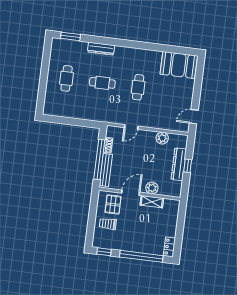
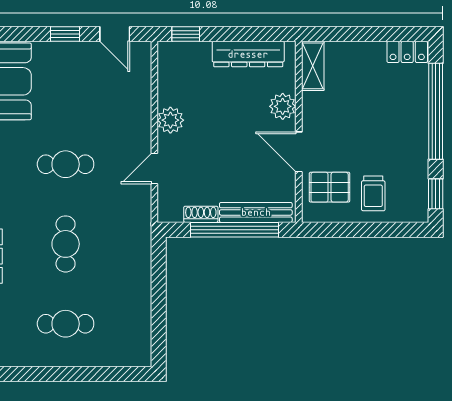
window: (197, 94) -> (65, 34), added
door: (131, 127) -> (154, 168), swing flipped
plant: (162, 138) -> (170, 120), moved
dresser: (179, 164) -> (248, 54), moved
window: (188, 166) -> (186, 34), moved
shelving: (152, 202) -> (313, 66), moved

